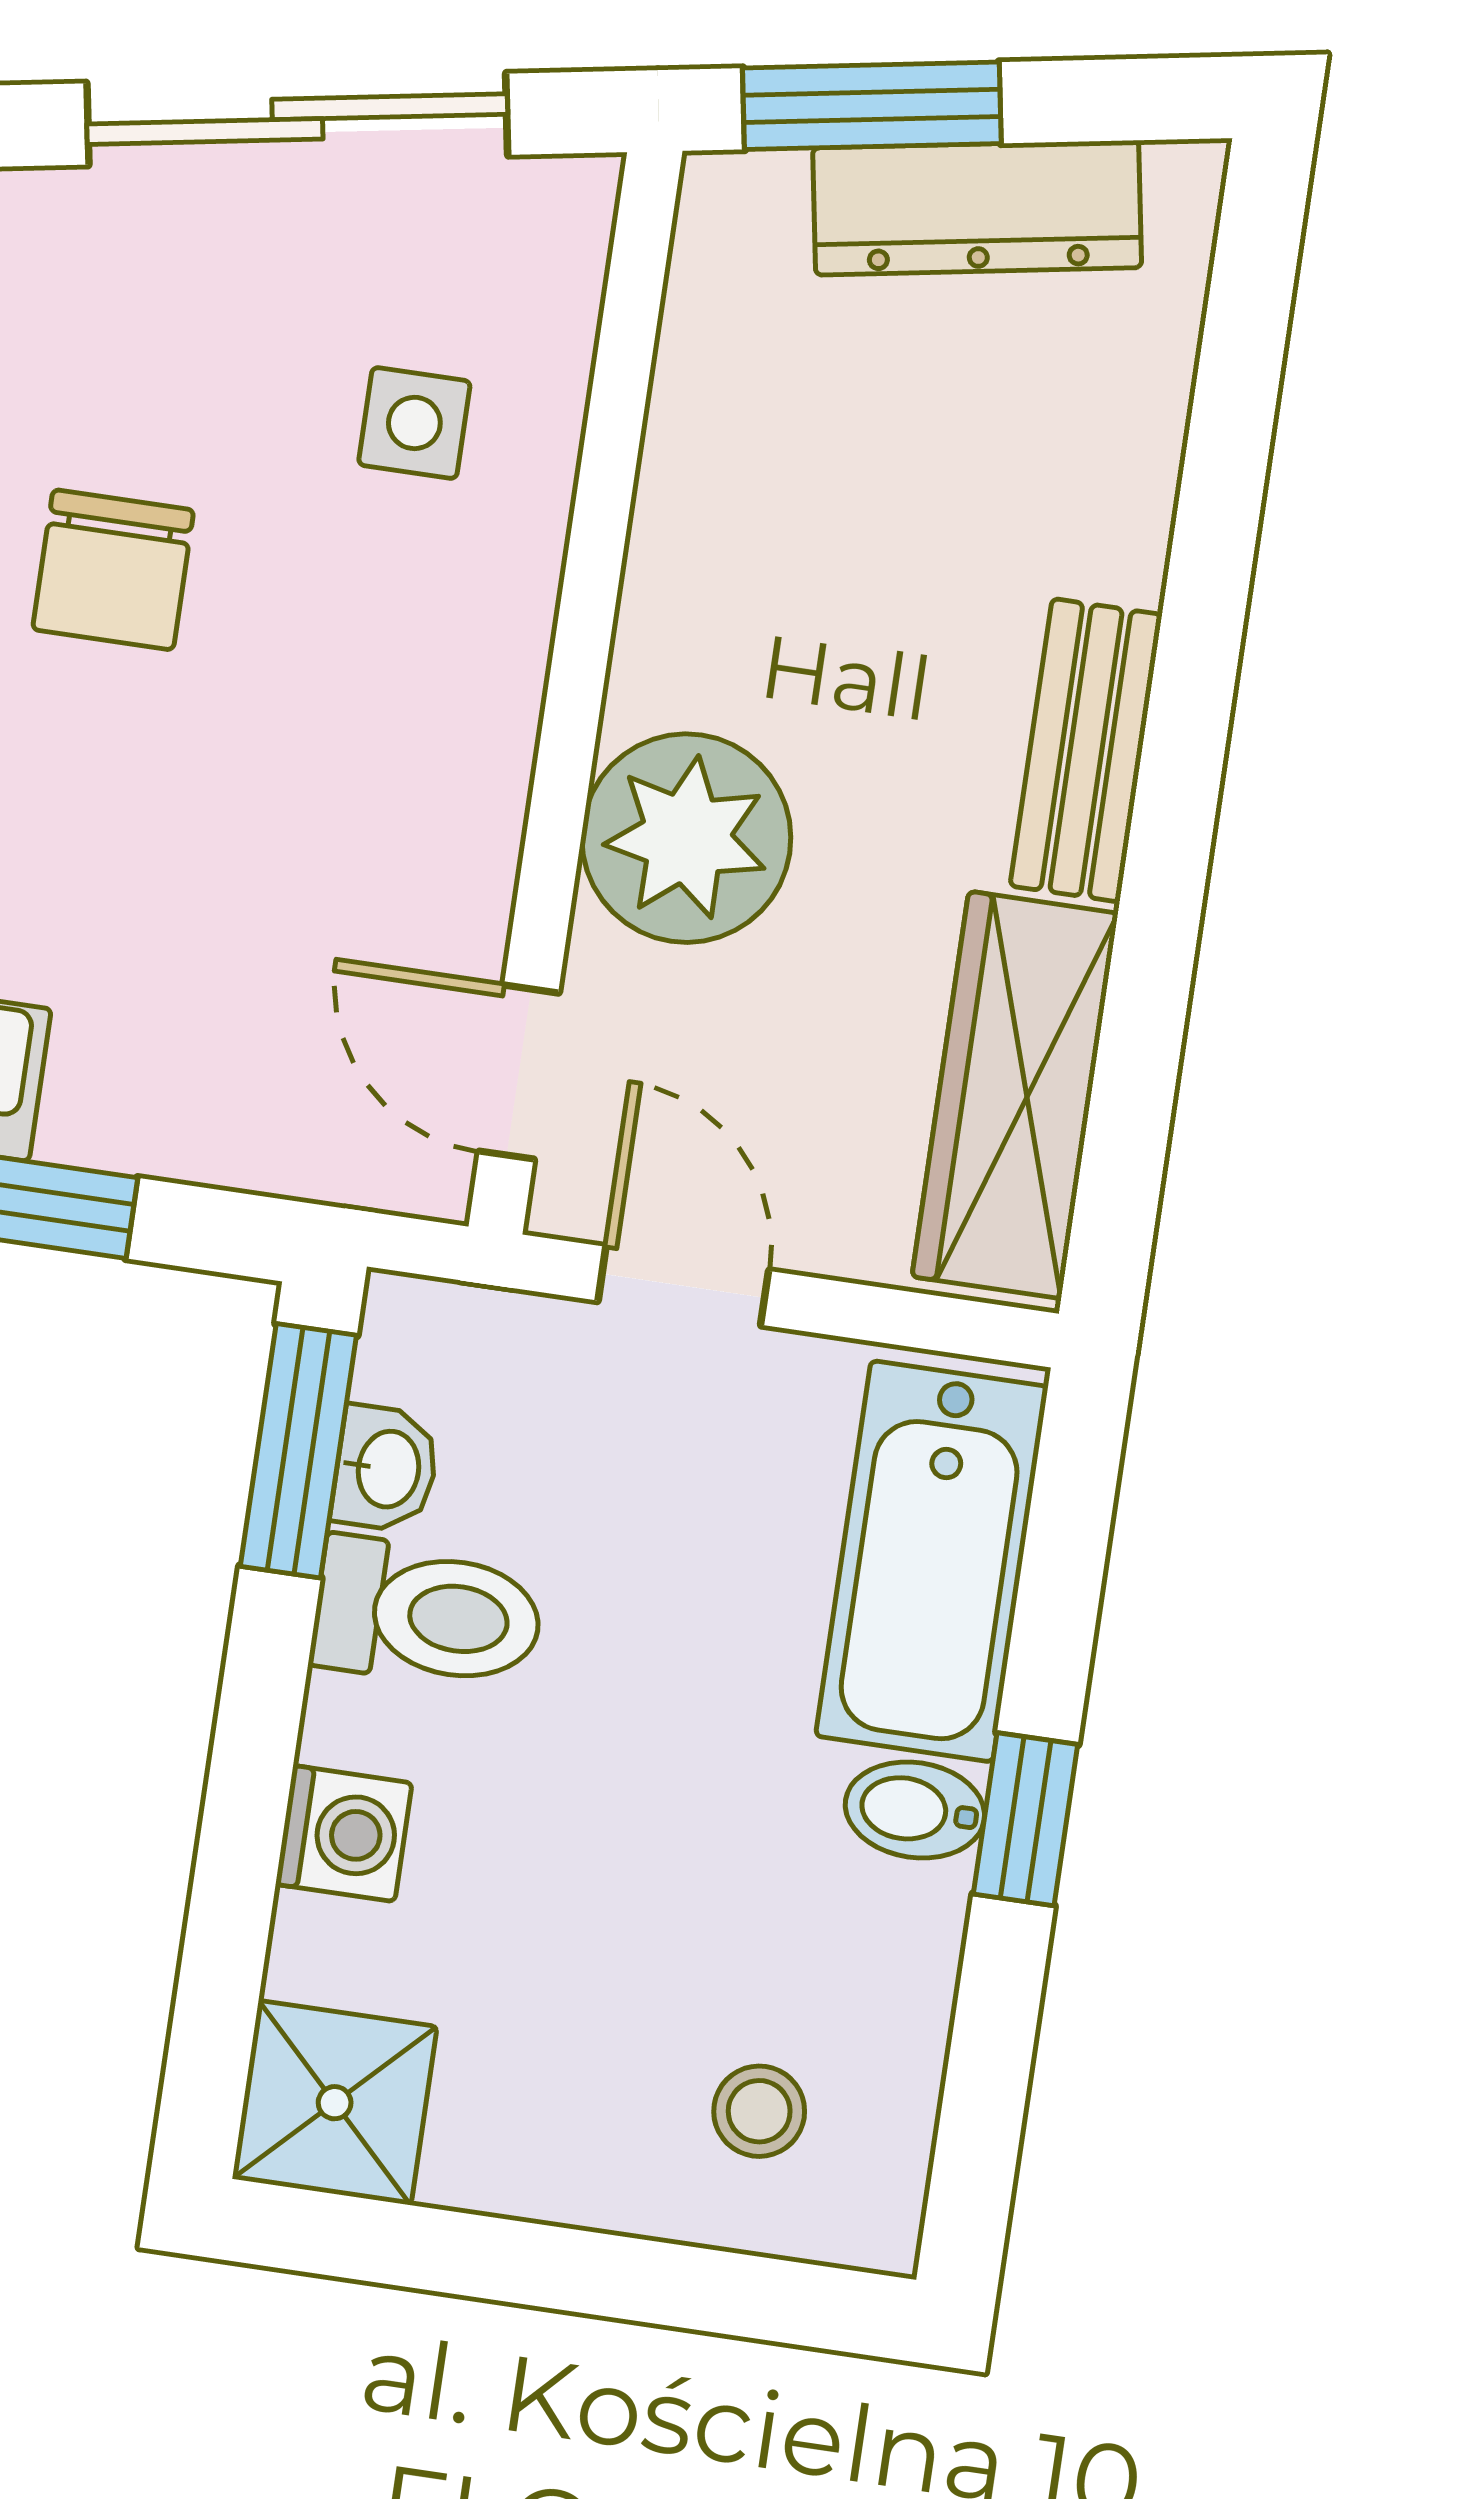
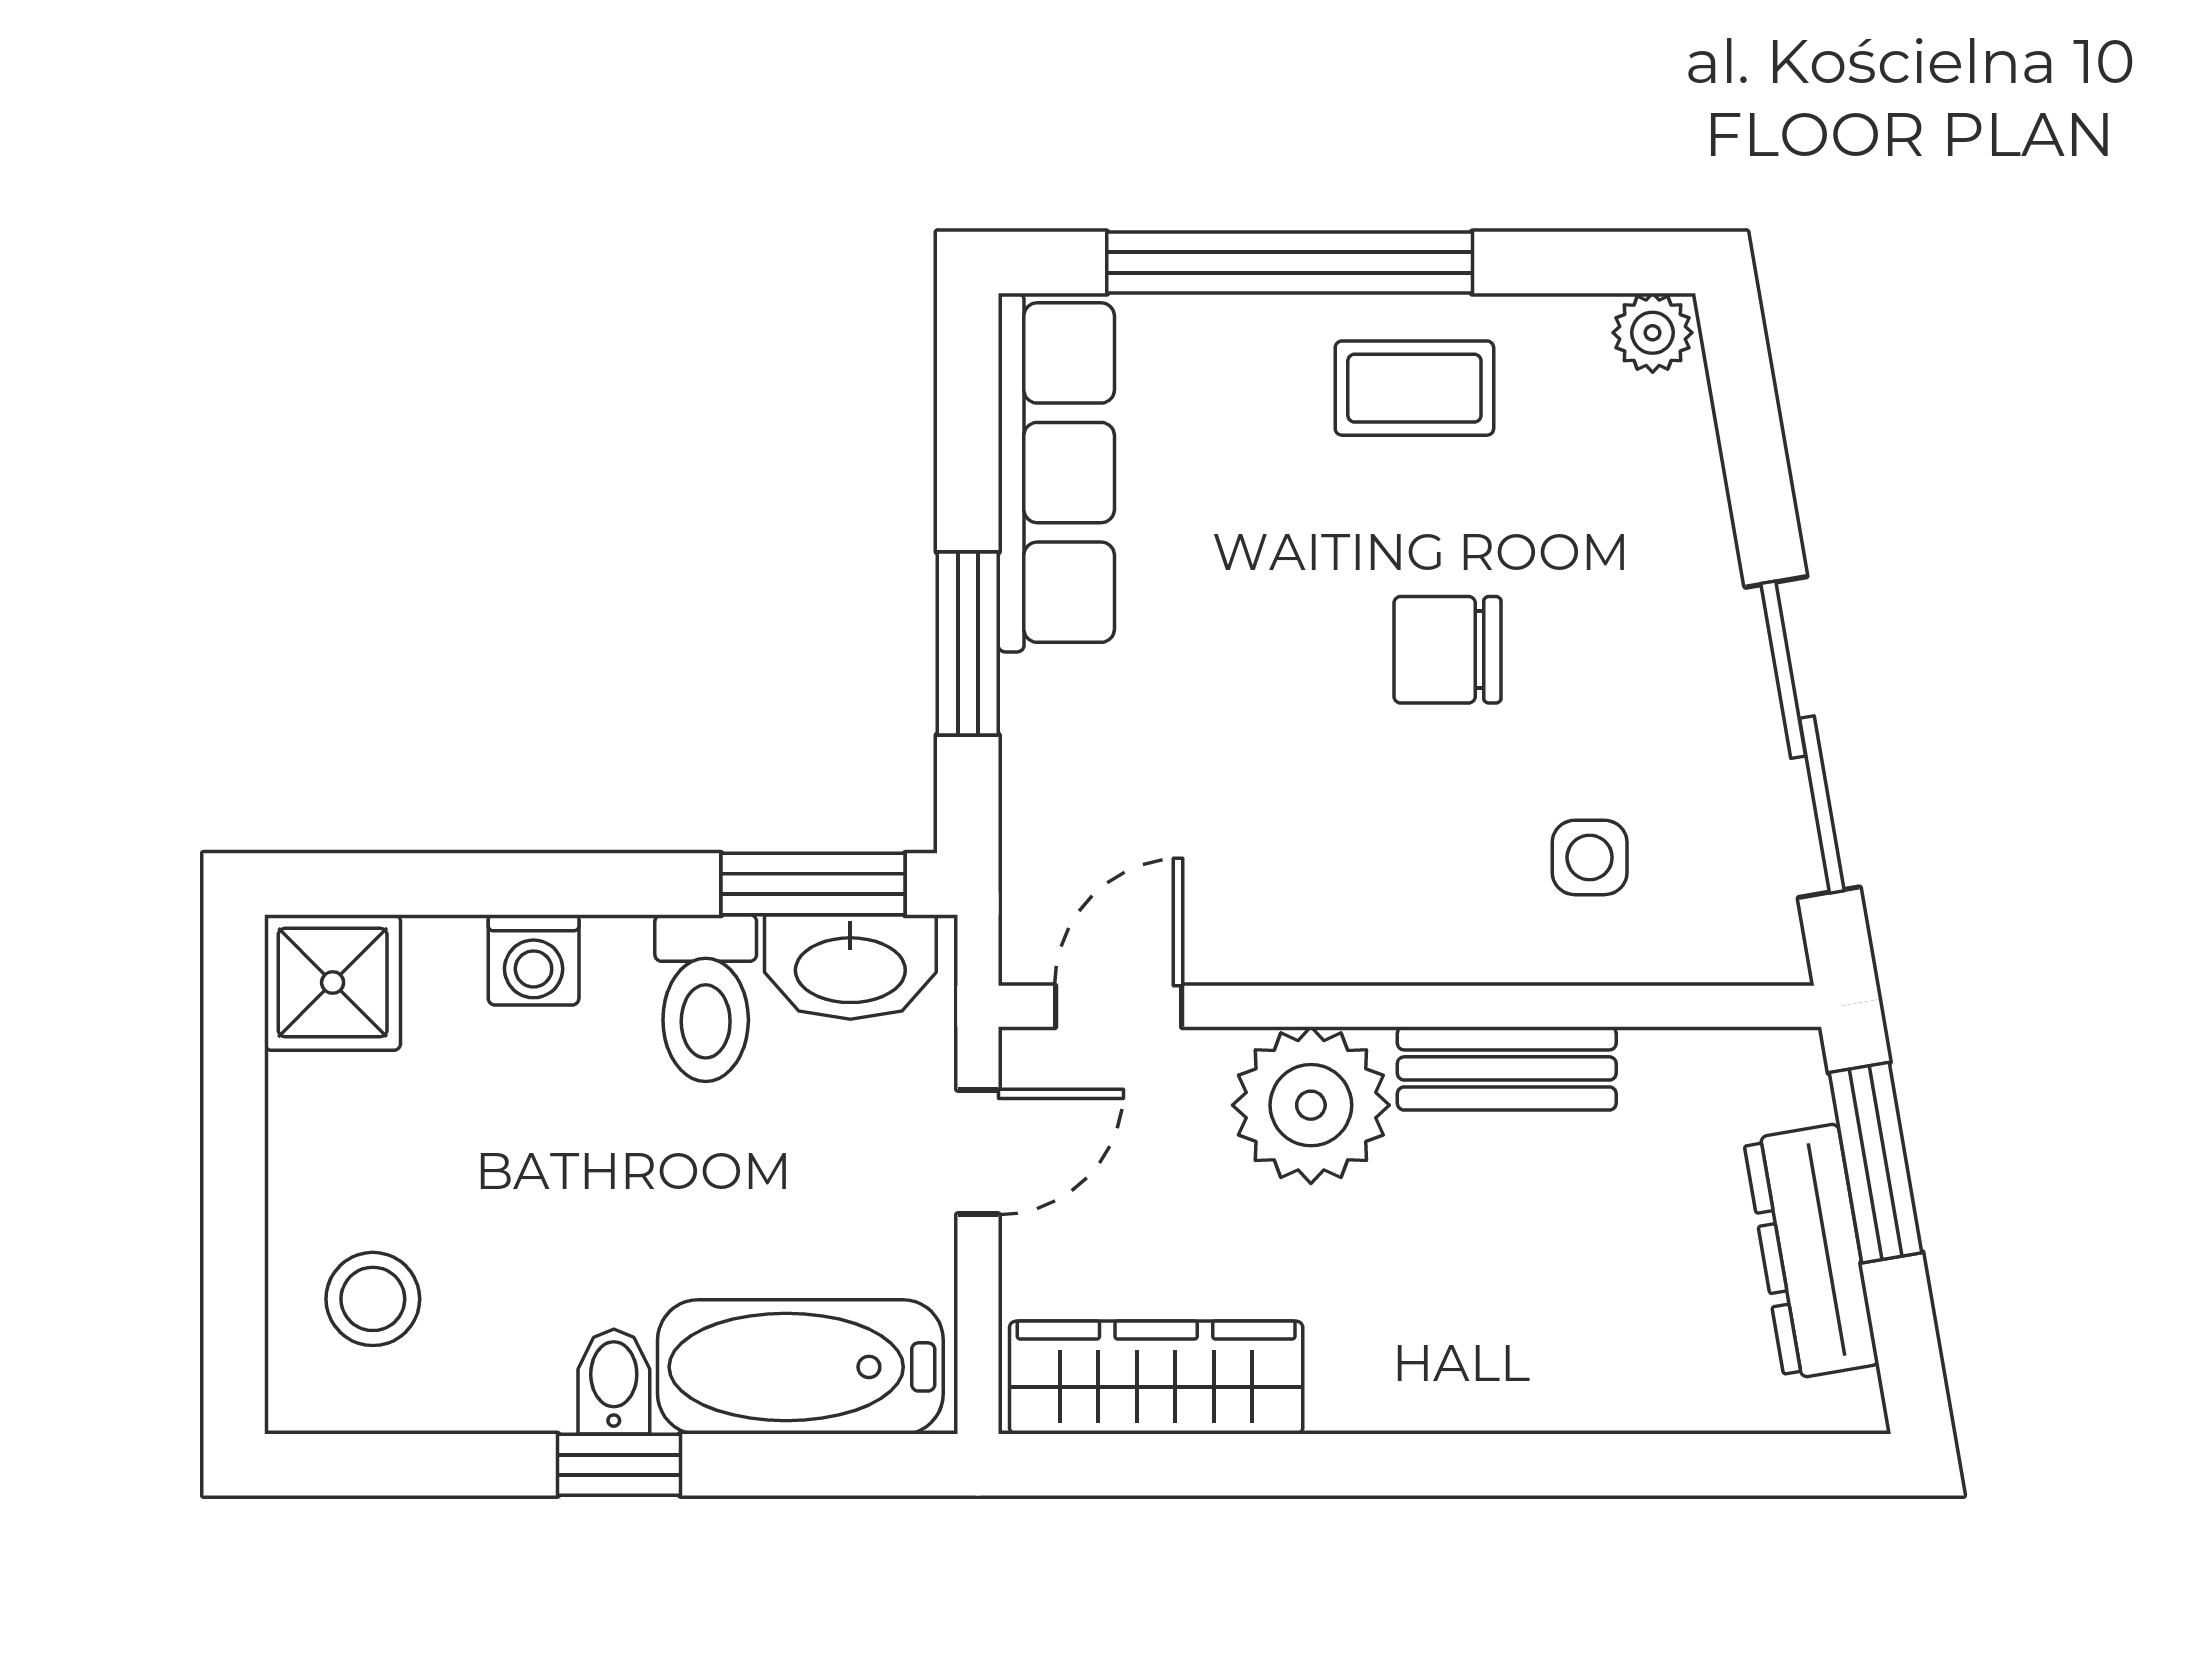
bench: (1086, 750) -> (1507, 1068), moved
washbasin: (386, 1469) -> (850, 967), width x1.91, depth x1.45
stool: (759, 2111) -> (373, 1299), width x1.37, depth x1.37

